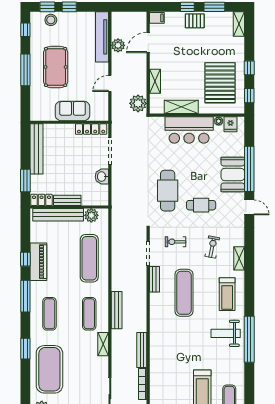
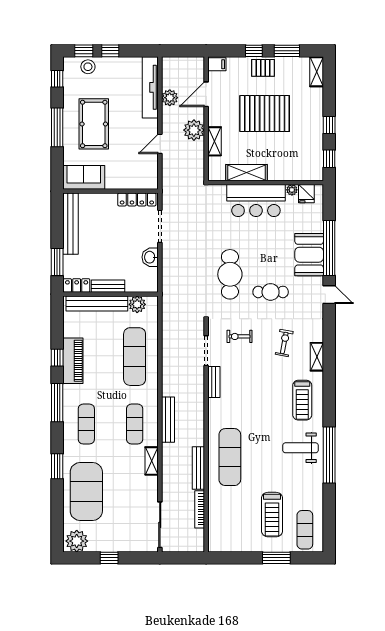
pallet: (220, 83) -> (265, 114), moved, turned 90
plant: (138, 103) -> (194, 130), moved
sofa: (72, 111) -> (84, 177), moved
exercise mat: (184, 293) -> (230, 457), moved

